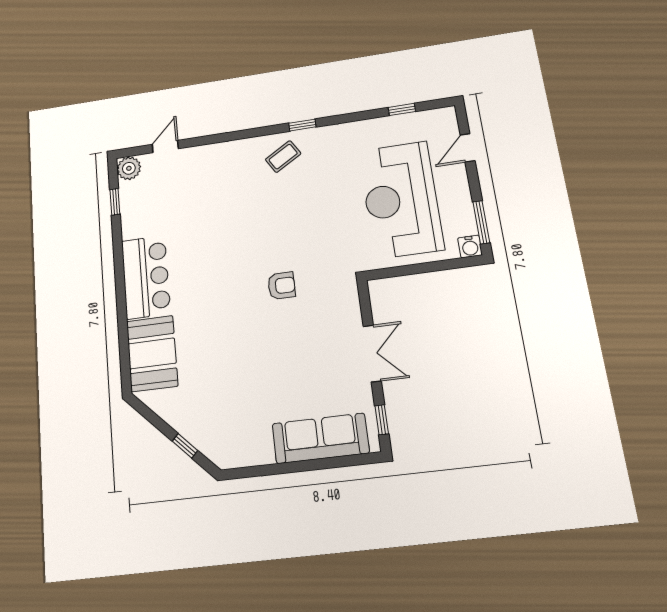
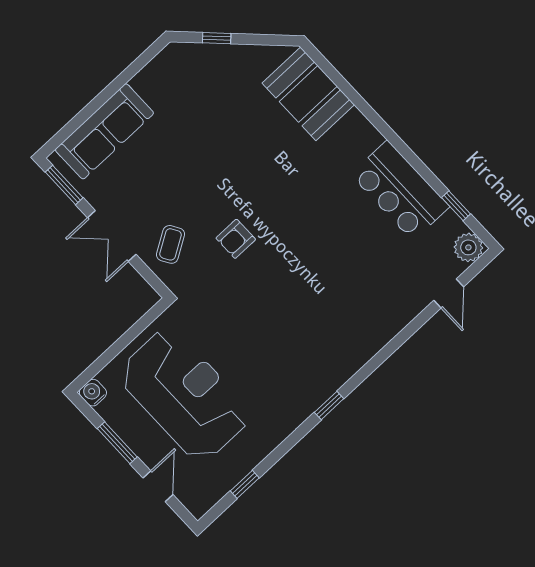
coffee table: (283, 157) -> (170, 244), moved
window: (481, 222) -> (117, 443), moved
bar counter: (146, 277) -> (400, 191), moved
window: (382, 420) -> (64, 185), width x1.50

